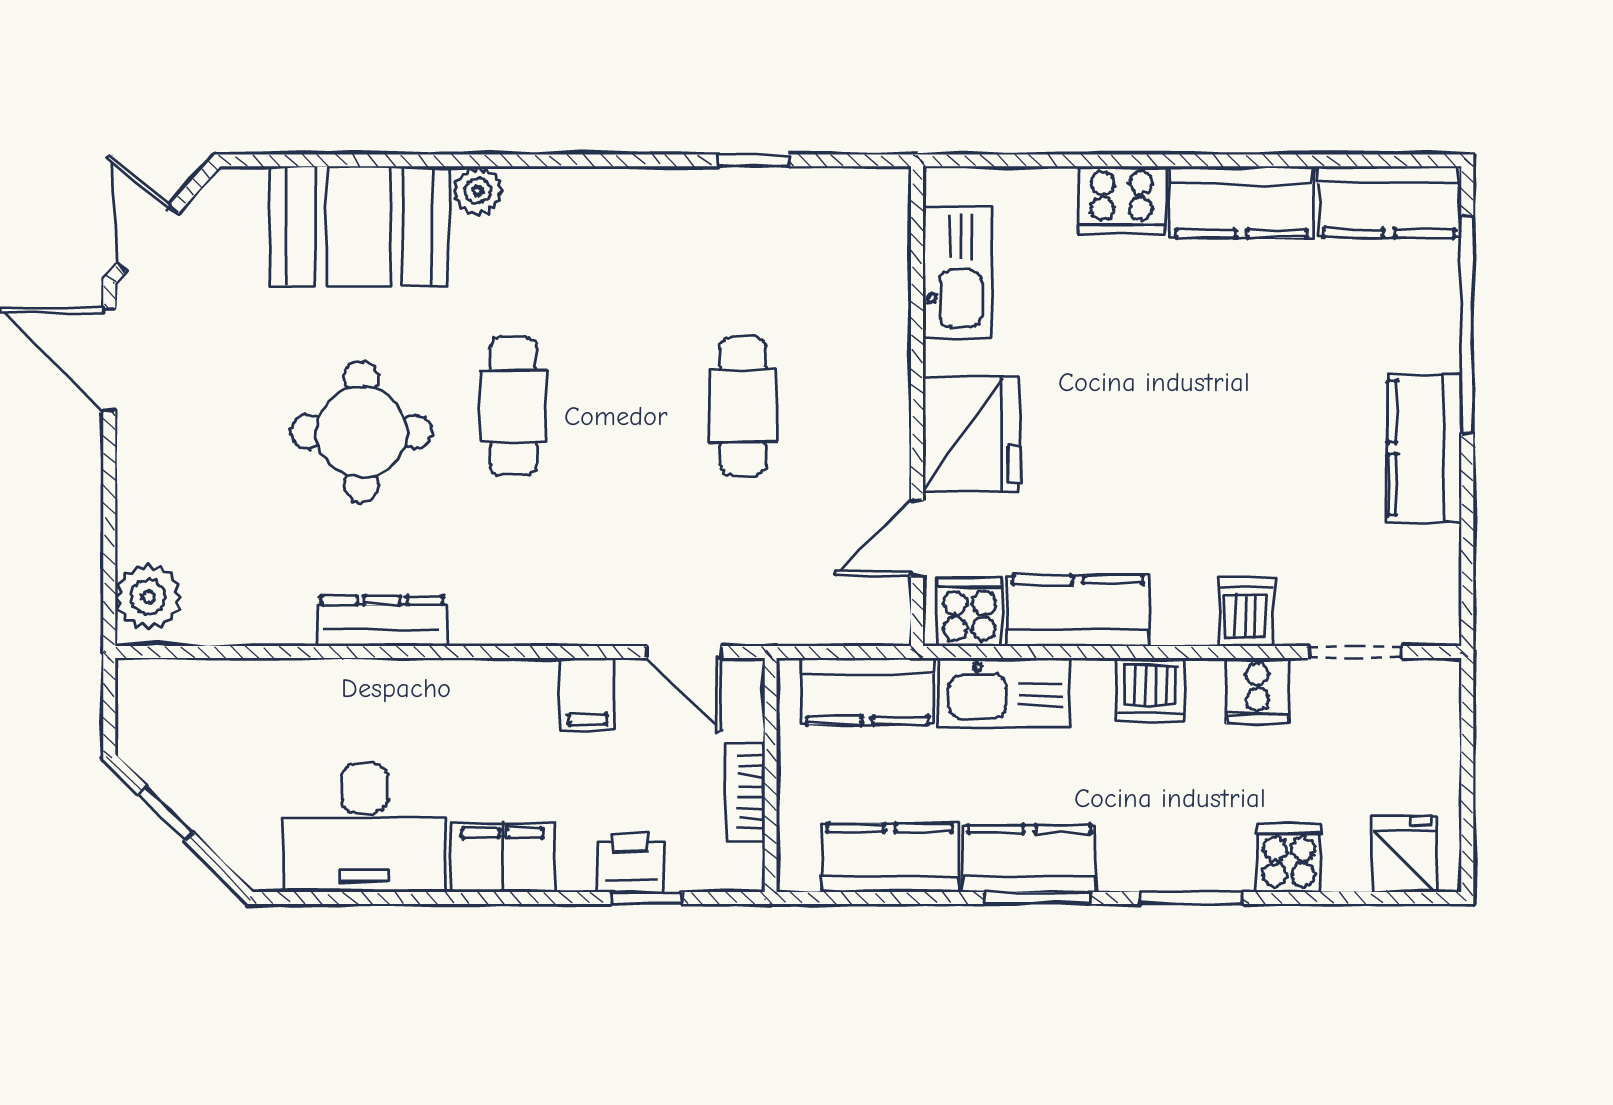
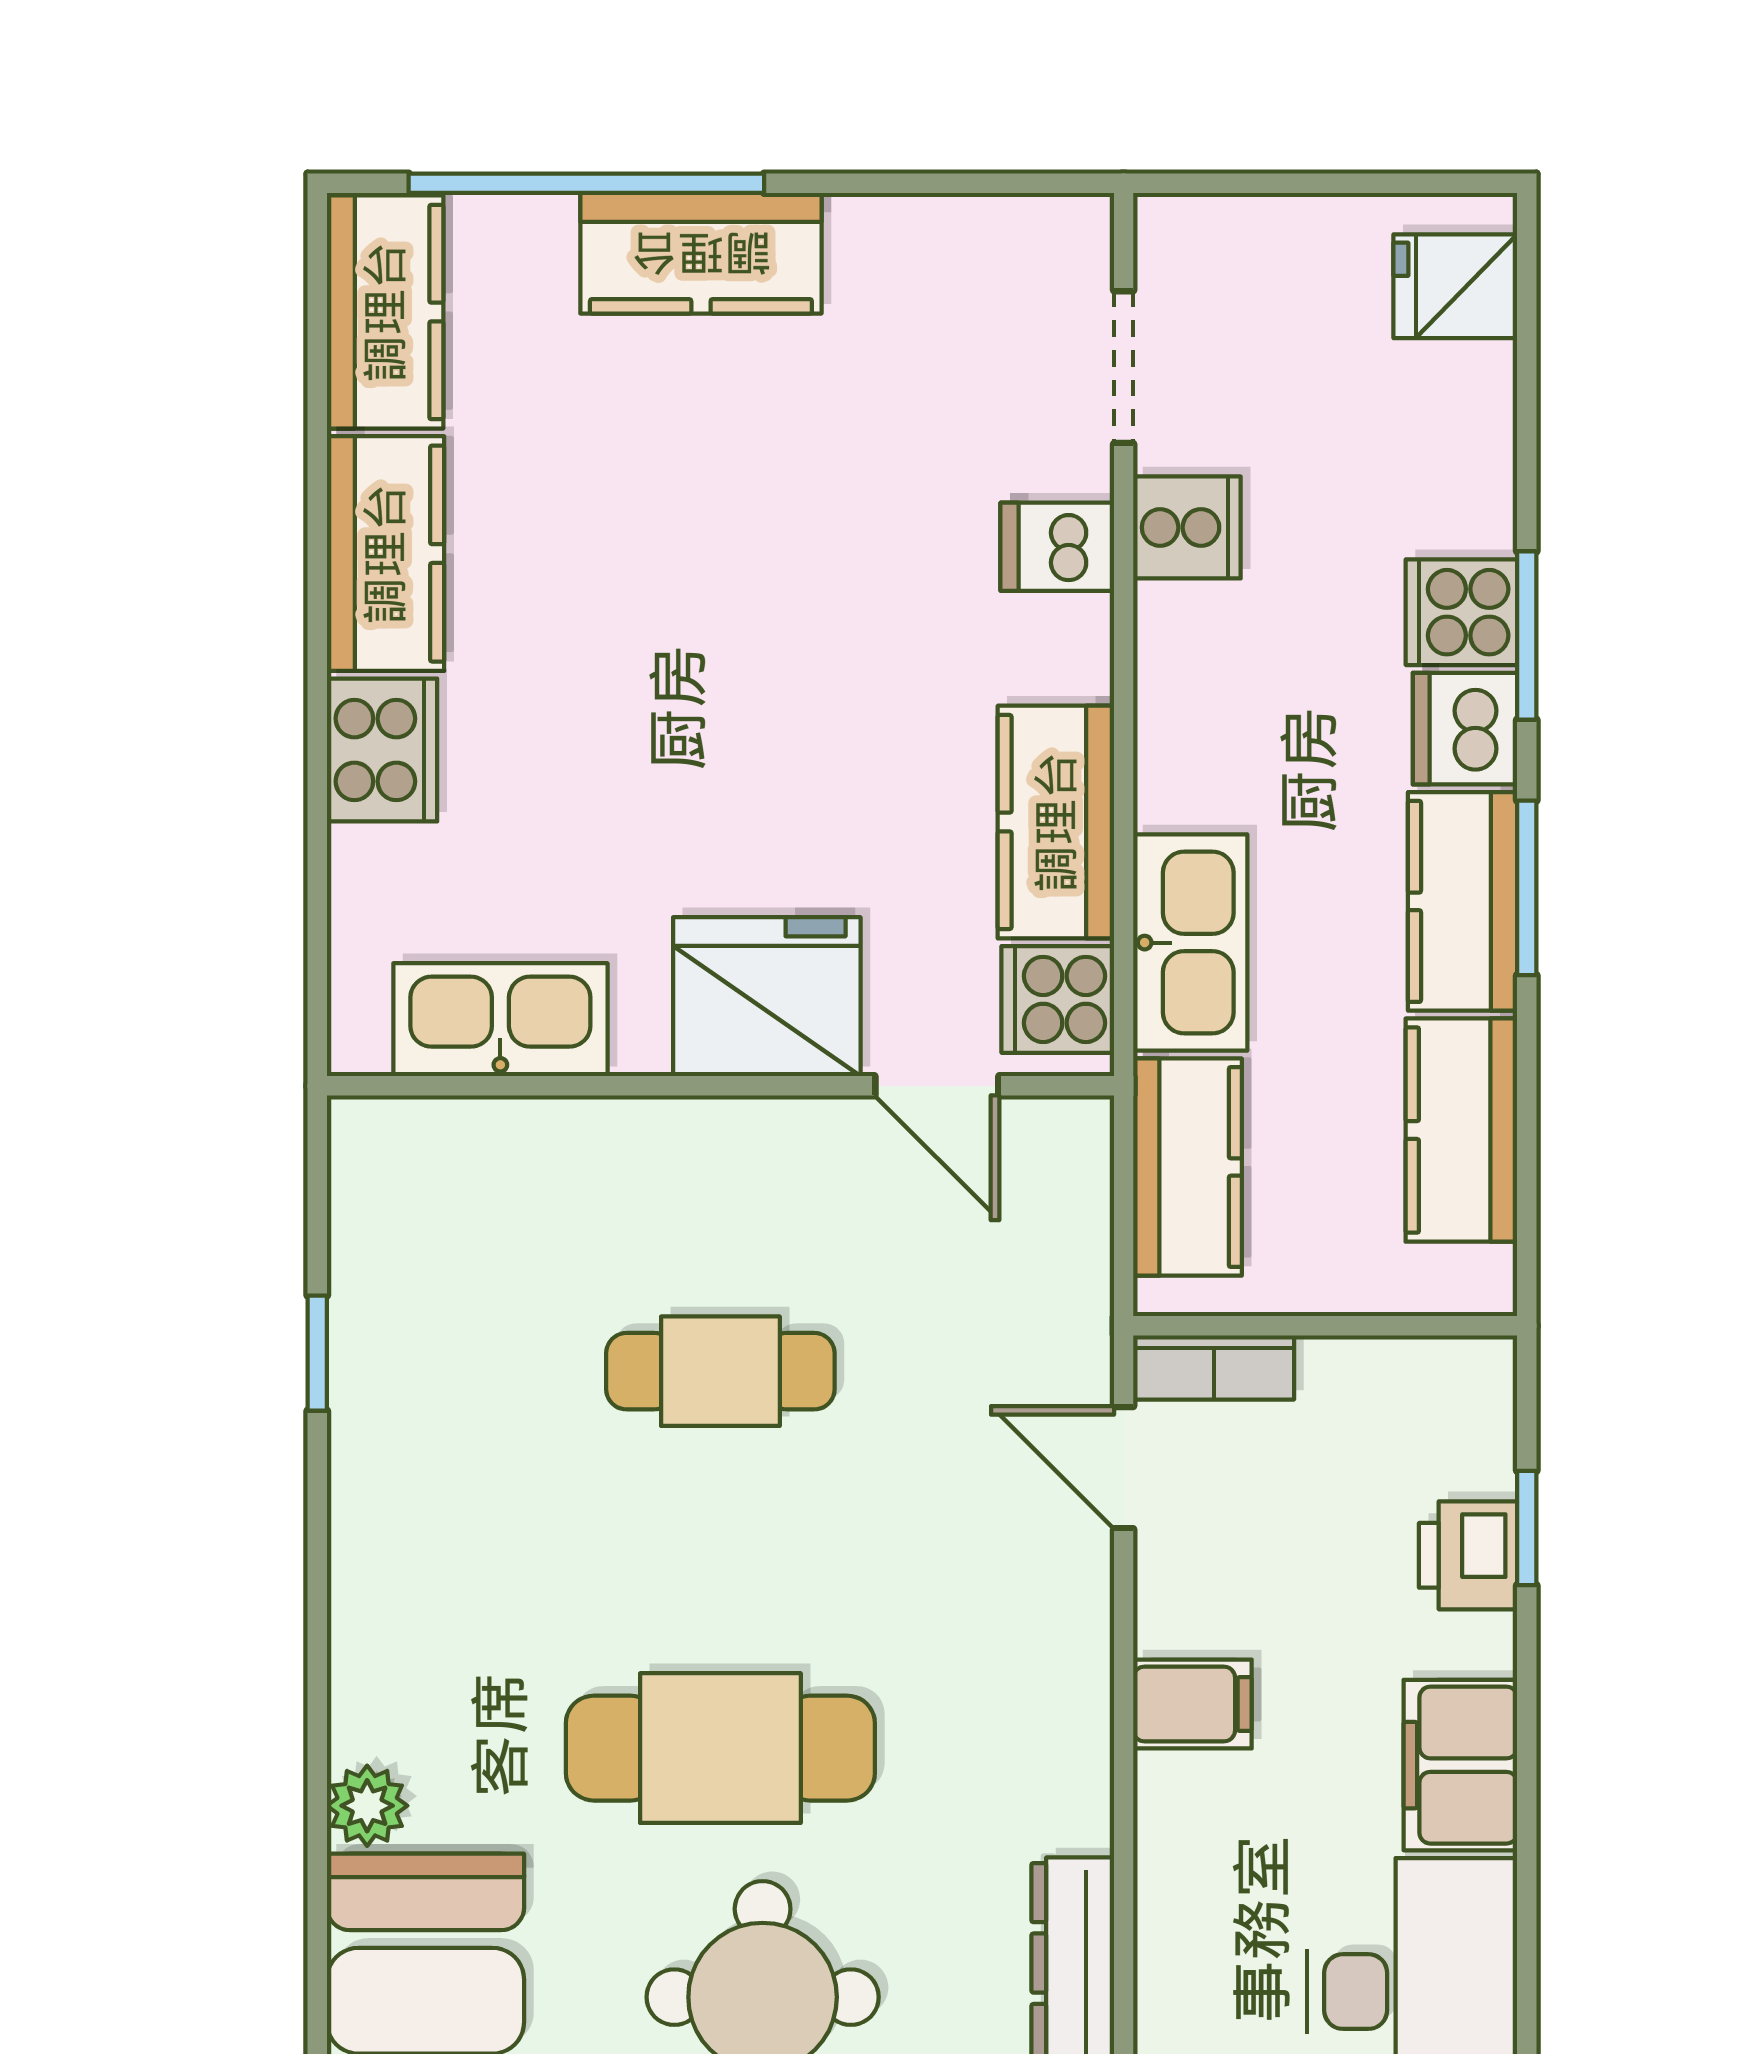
cafe table: (513, 406) -> (720, 1748), width x1.37, depth x1.35
kitchen counter: (1425, 448) -> (701, 253), moved
door: (684, 652) -> (1124, 1468), swing flipped
dishwasher: (1151, 690) -> (1465, 729), moved, turned 180
filing cabinet: (587, 694) -> (1192, 1704), moved
bookcase: (745, 792) -> (1214, 1367), moved
cooker: (1289, 858) -> (1461, 612), moved

